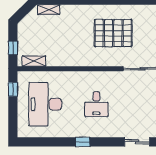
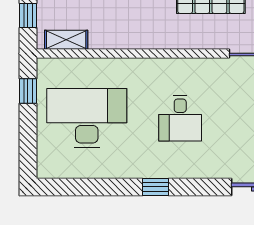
desk: (45, 104) -> (87, 118), turned 90

